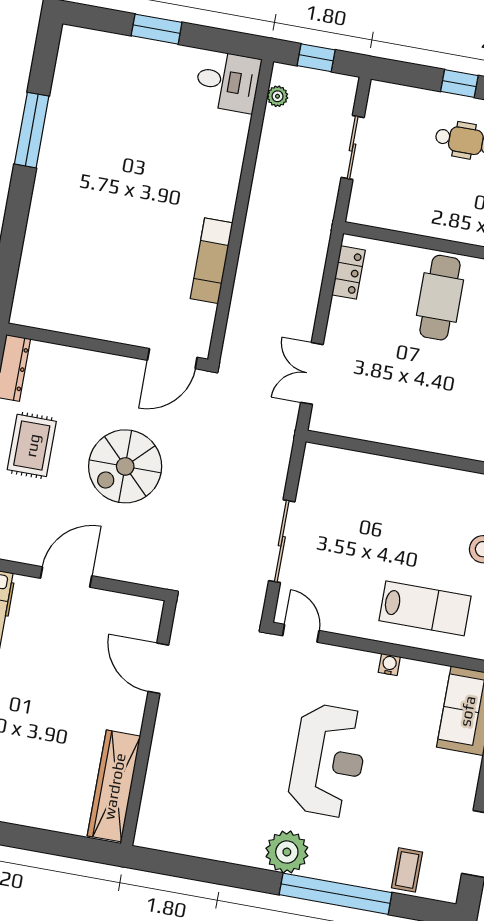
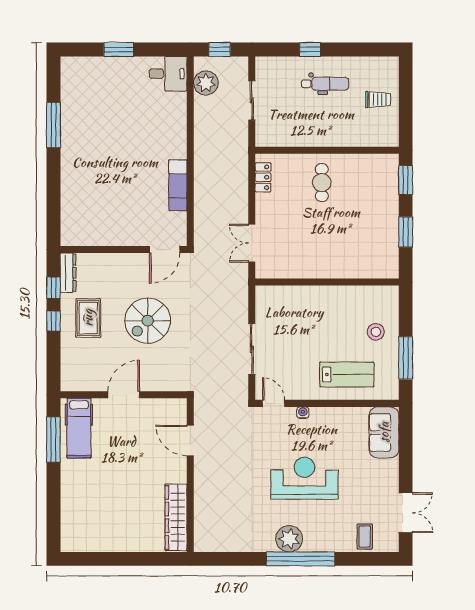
plant: (277, 96) -> (206, 83), width x1.87, depth x1.87
cafe table: (440, 298) -> (322, 183), width x0.73, depth x0.74
water cooler: (389, 665) -> (303, 413), moved
reception desk: (328, 761) -> (304, 478), turned -90
window: (336, 894) -> (301, 559), moved

